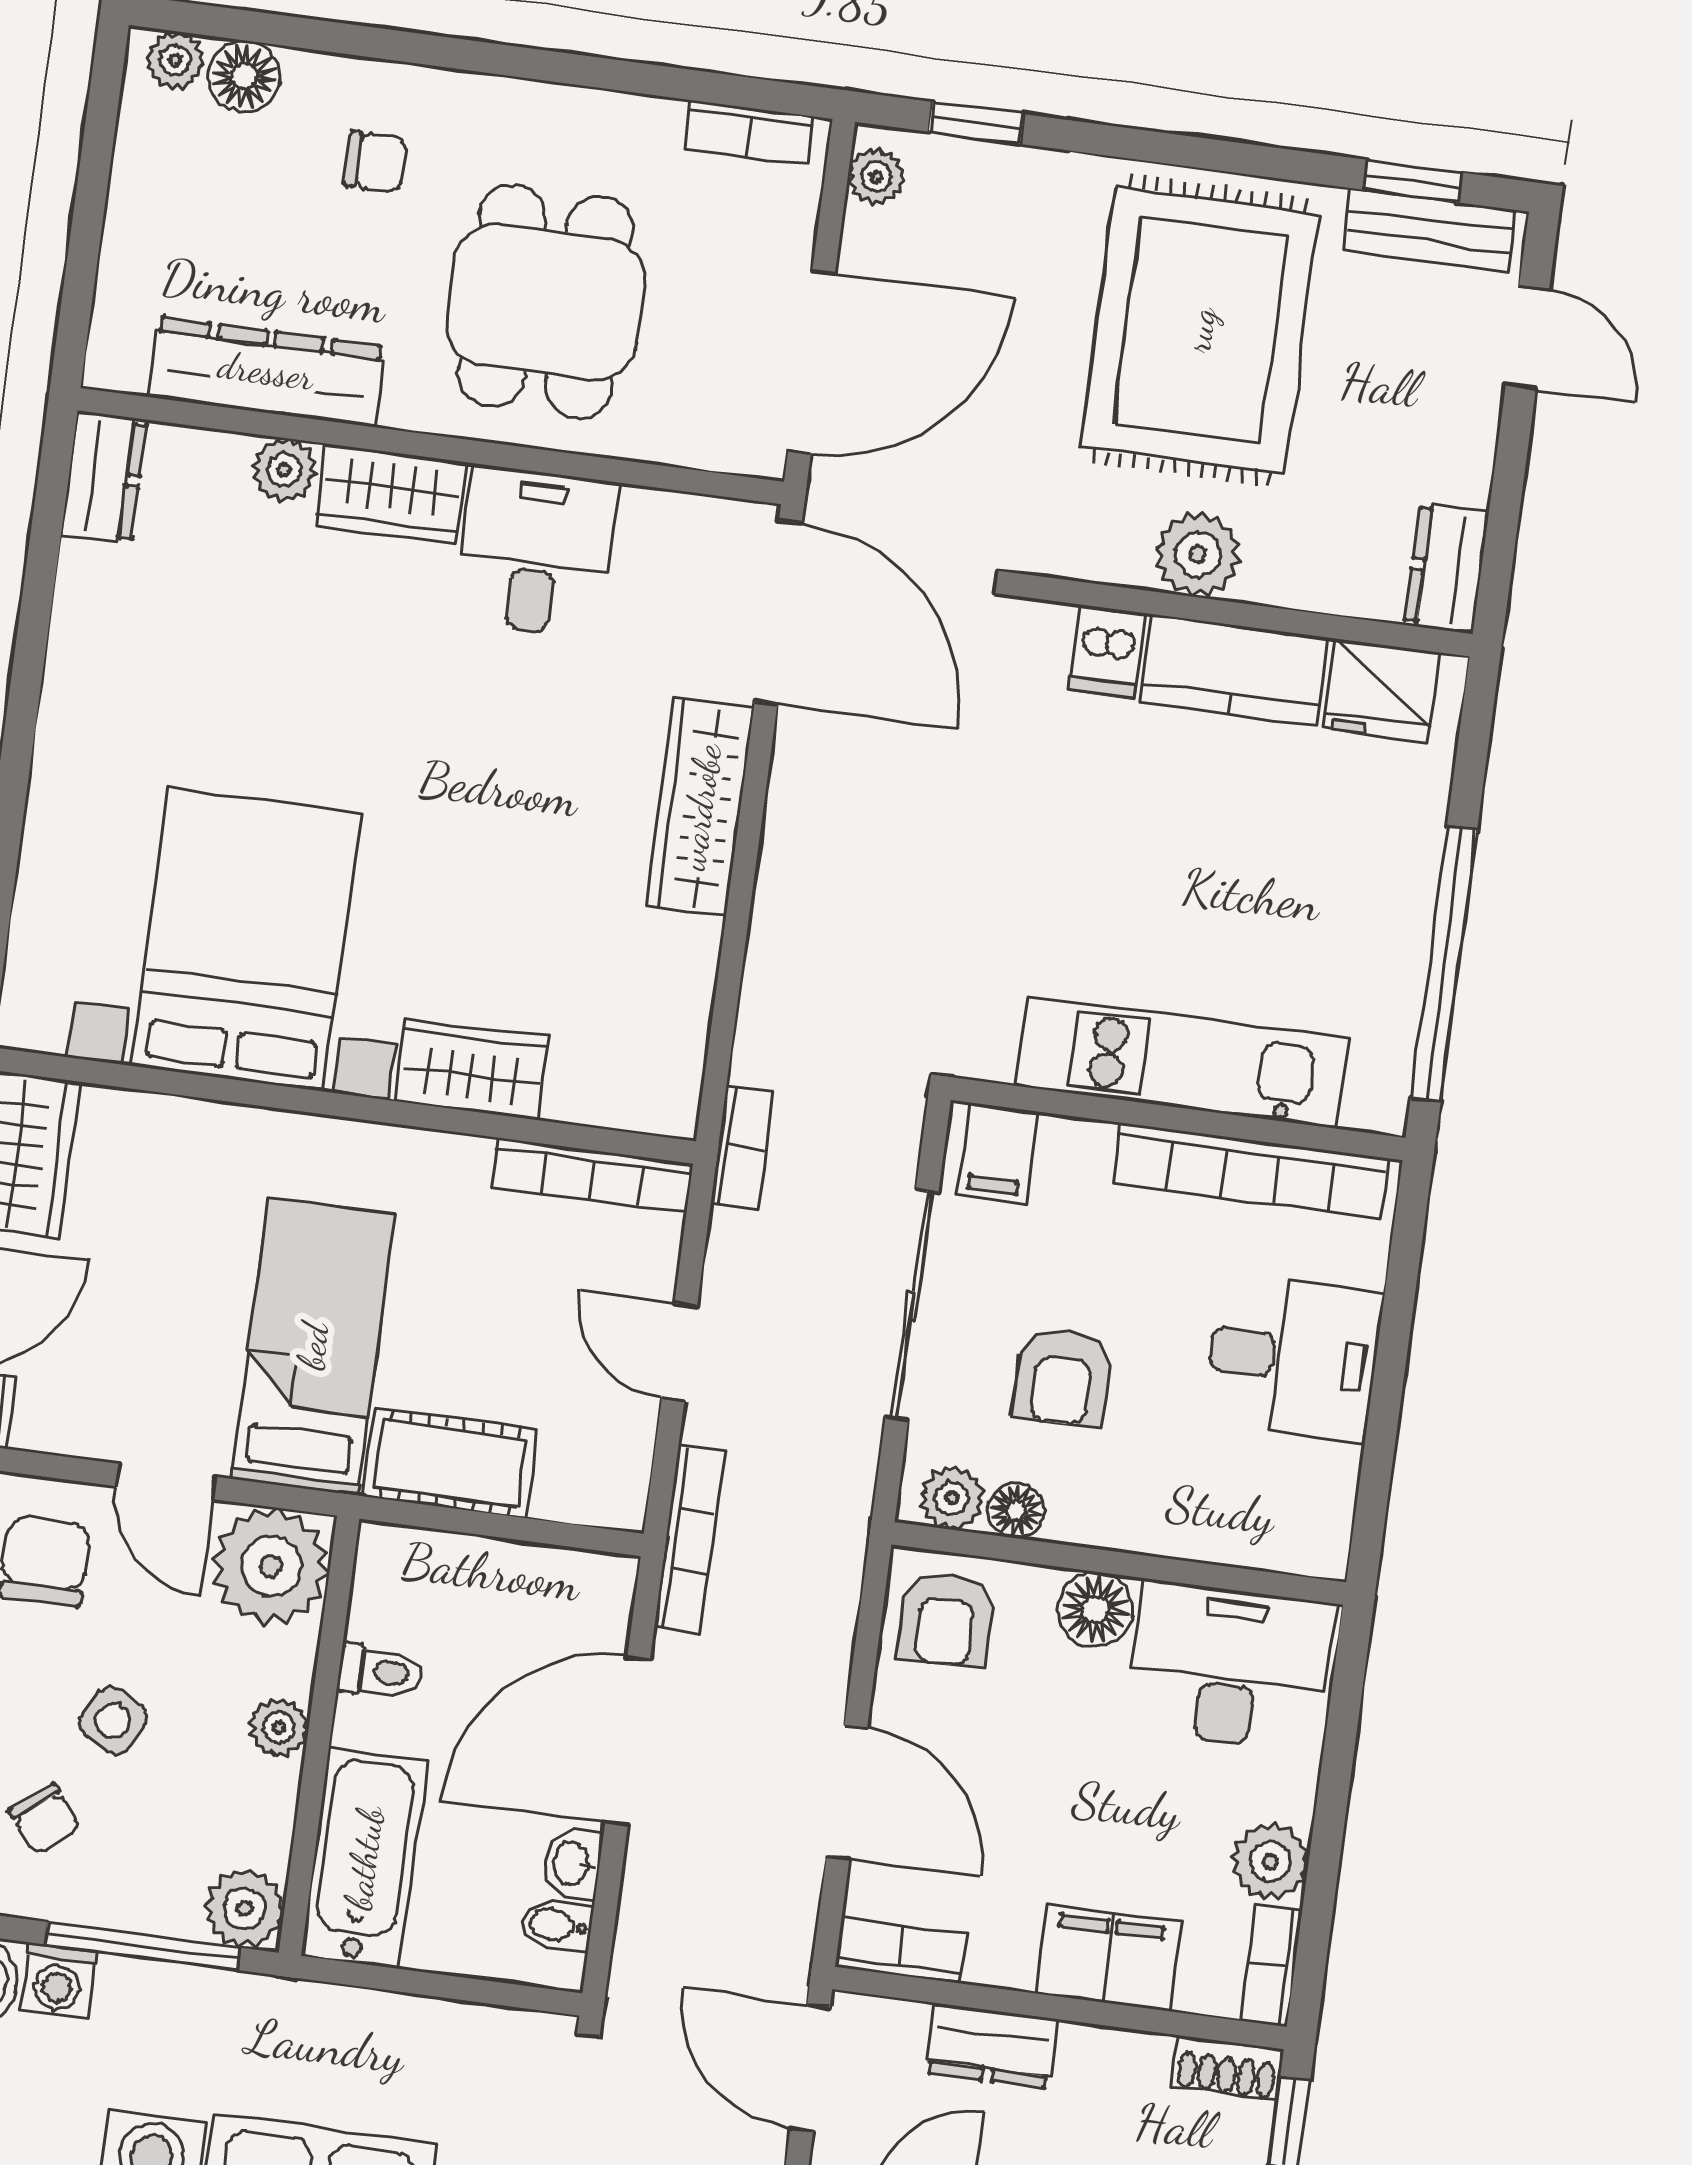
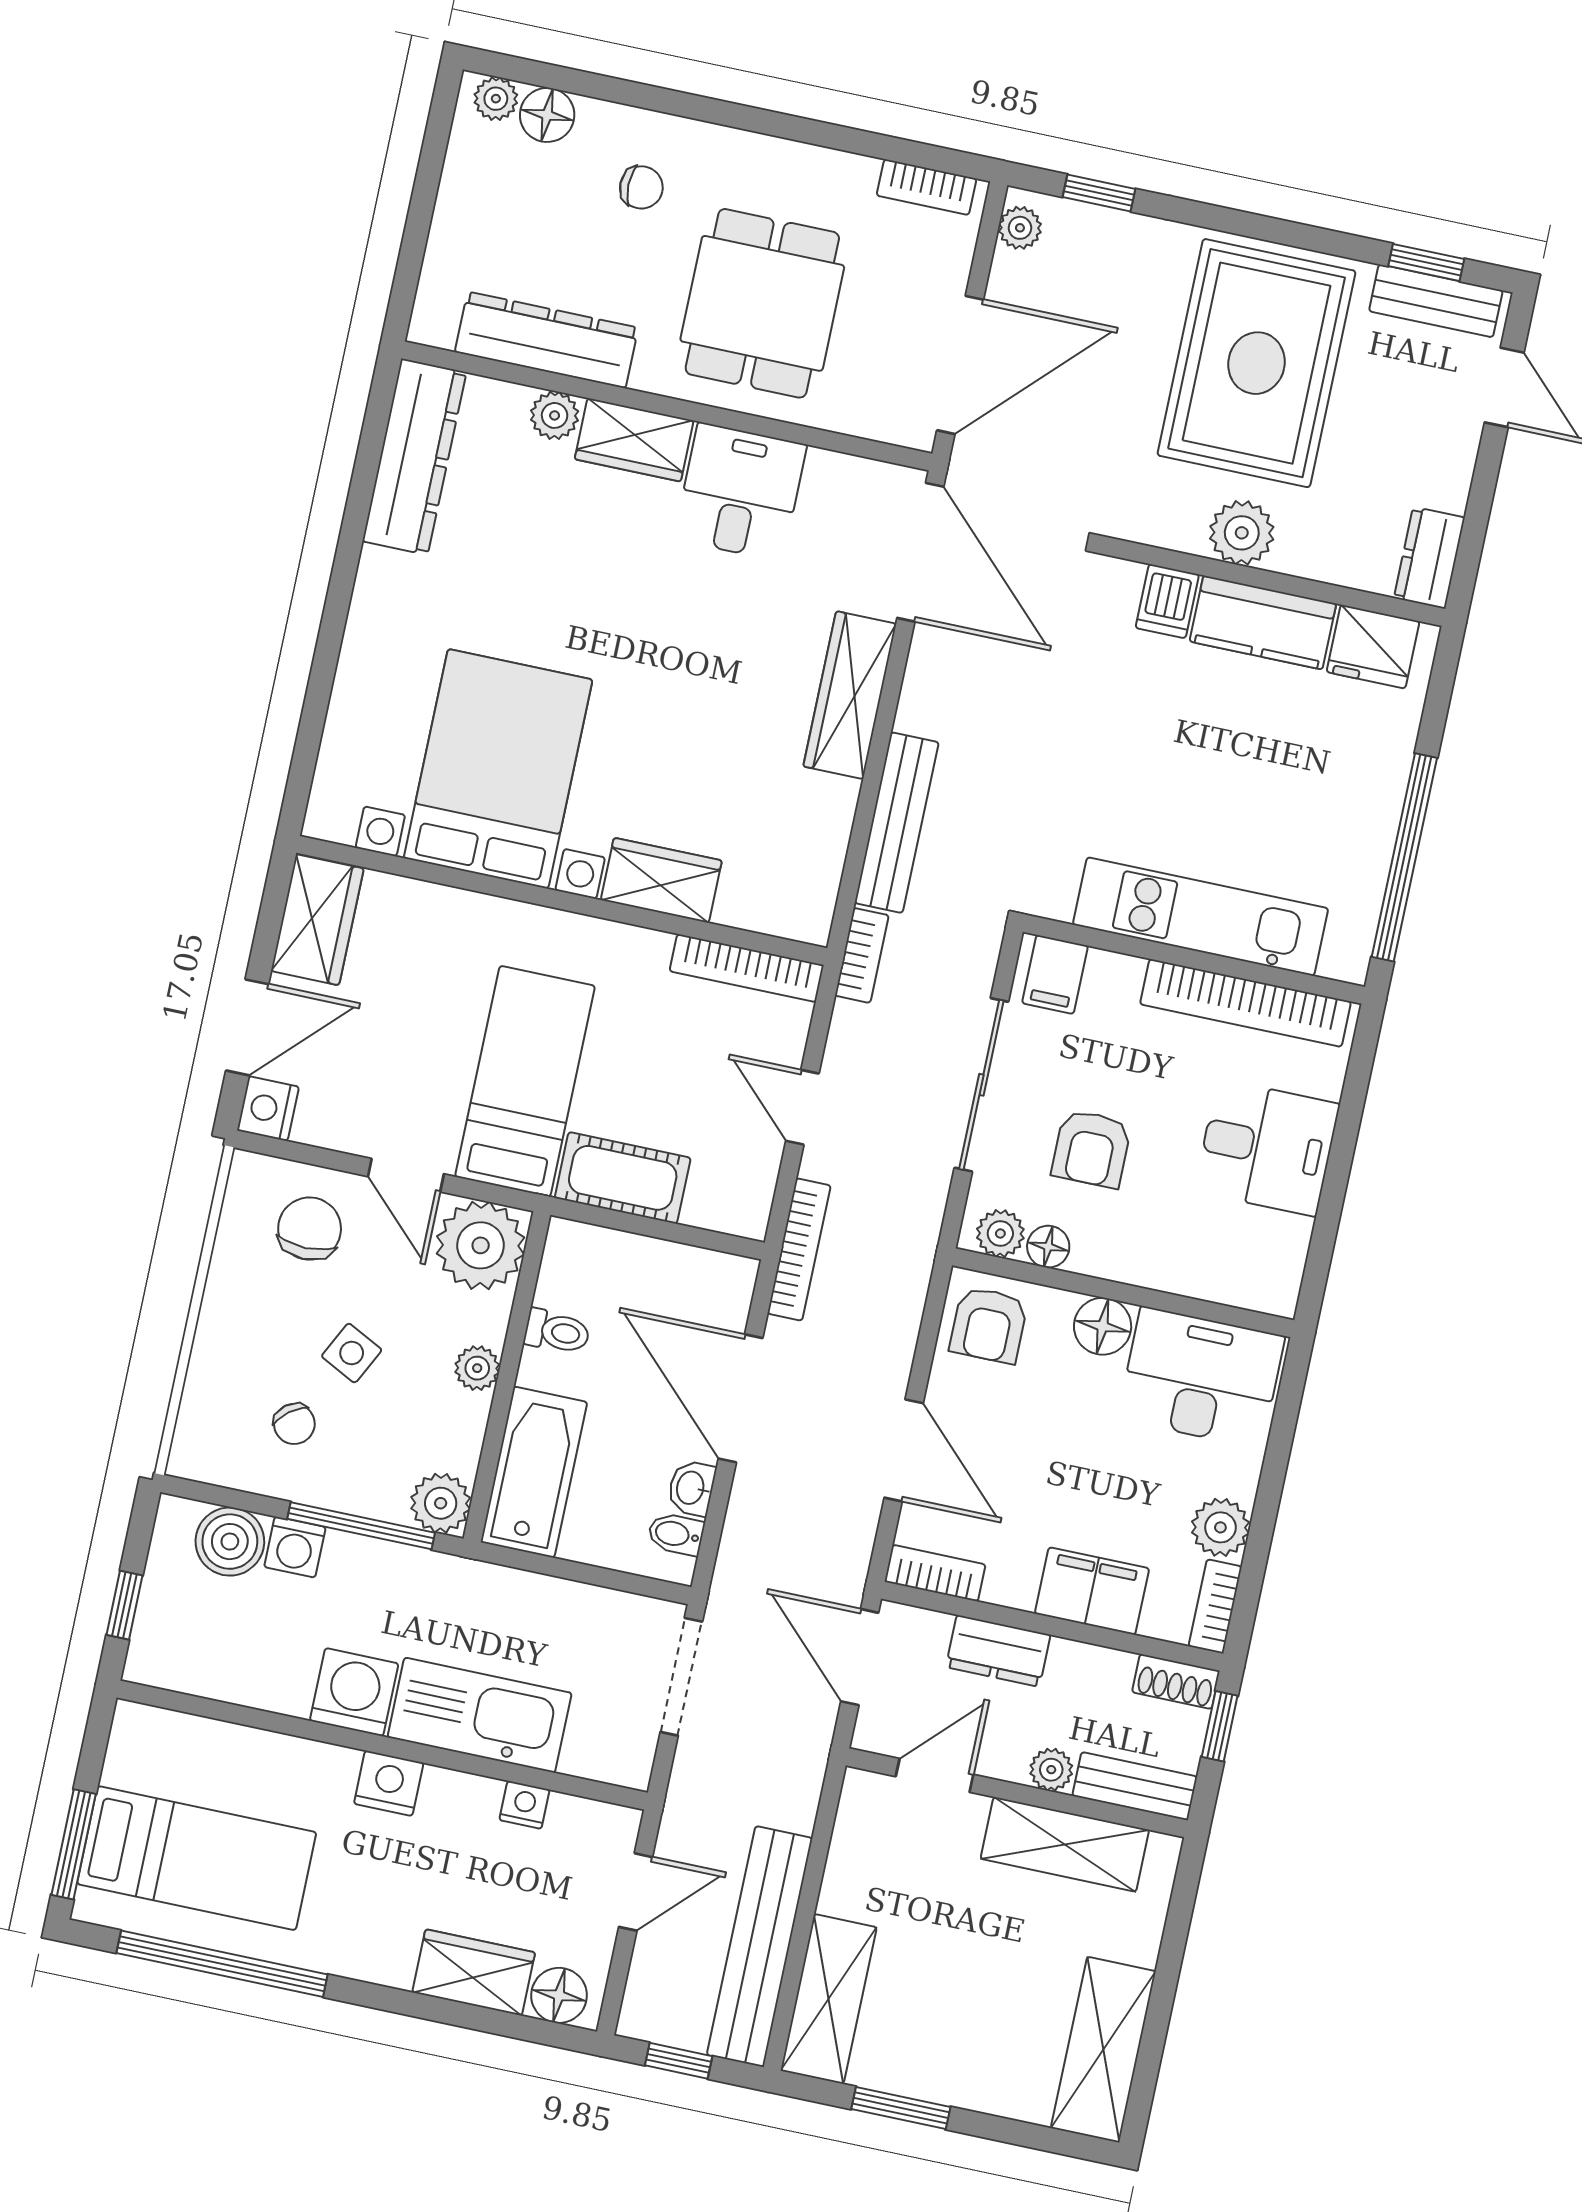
dresser: (104, 477) -> (414, 457), width x1.96, depth x1.24
bench: (774, 969) -> (897, 823), added
door: (628, 1741) -> (740, 1398), hinge flipped

